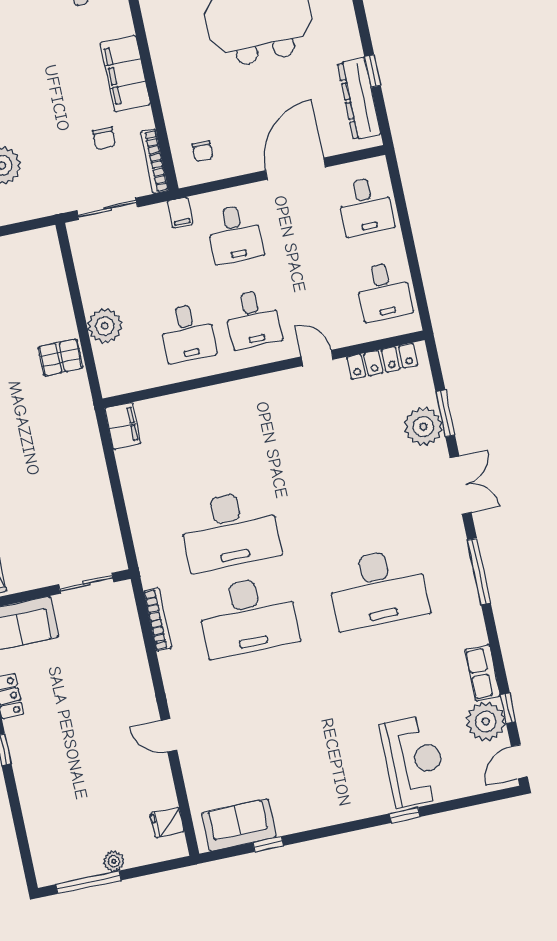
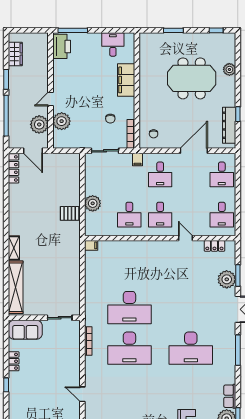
filing cabinet: (125, 74) -> (126, 80), moved
locker: (382, 361) -> (214, 246), width x0.66
filing cabinet: (123, 426) -> (91, 245), width x0.50

